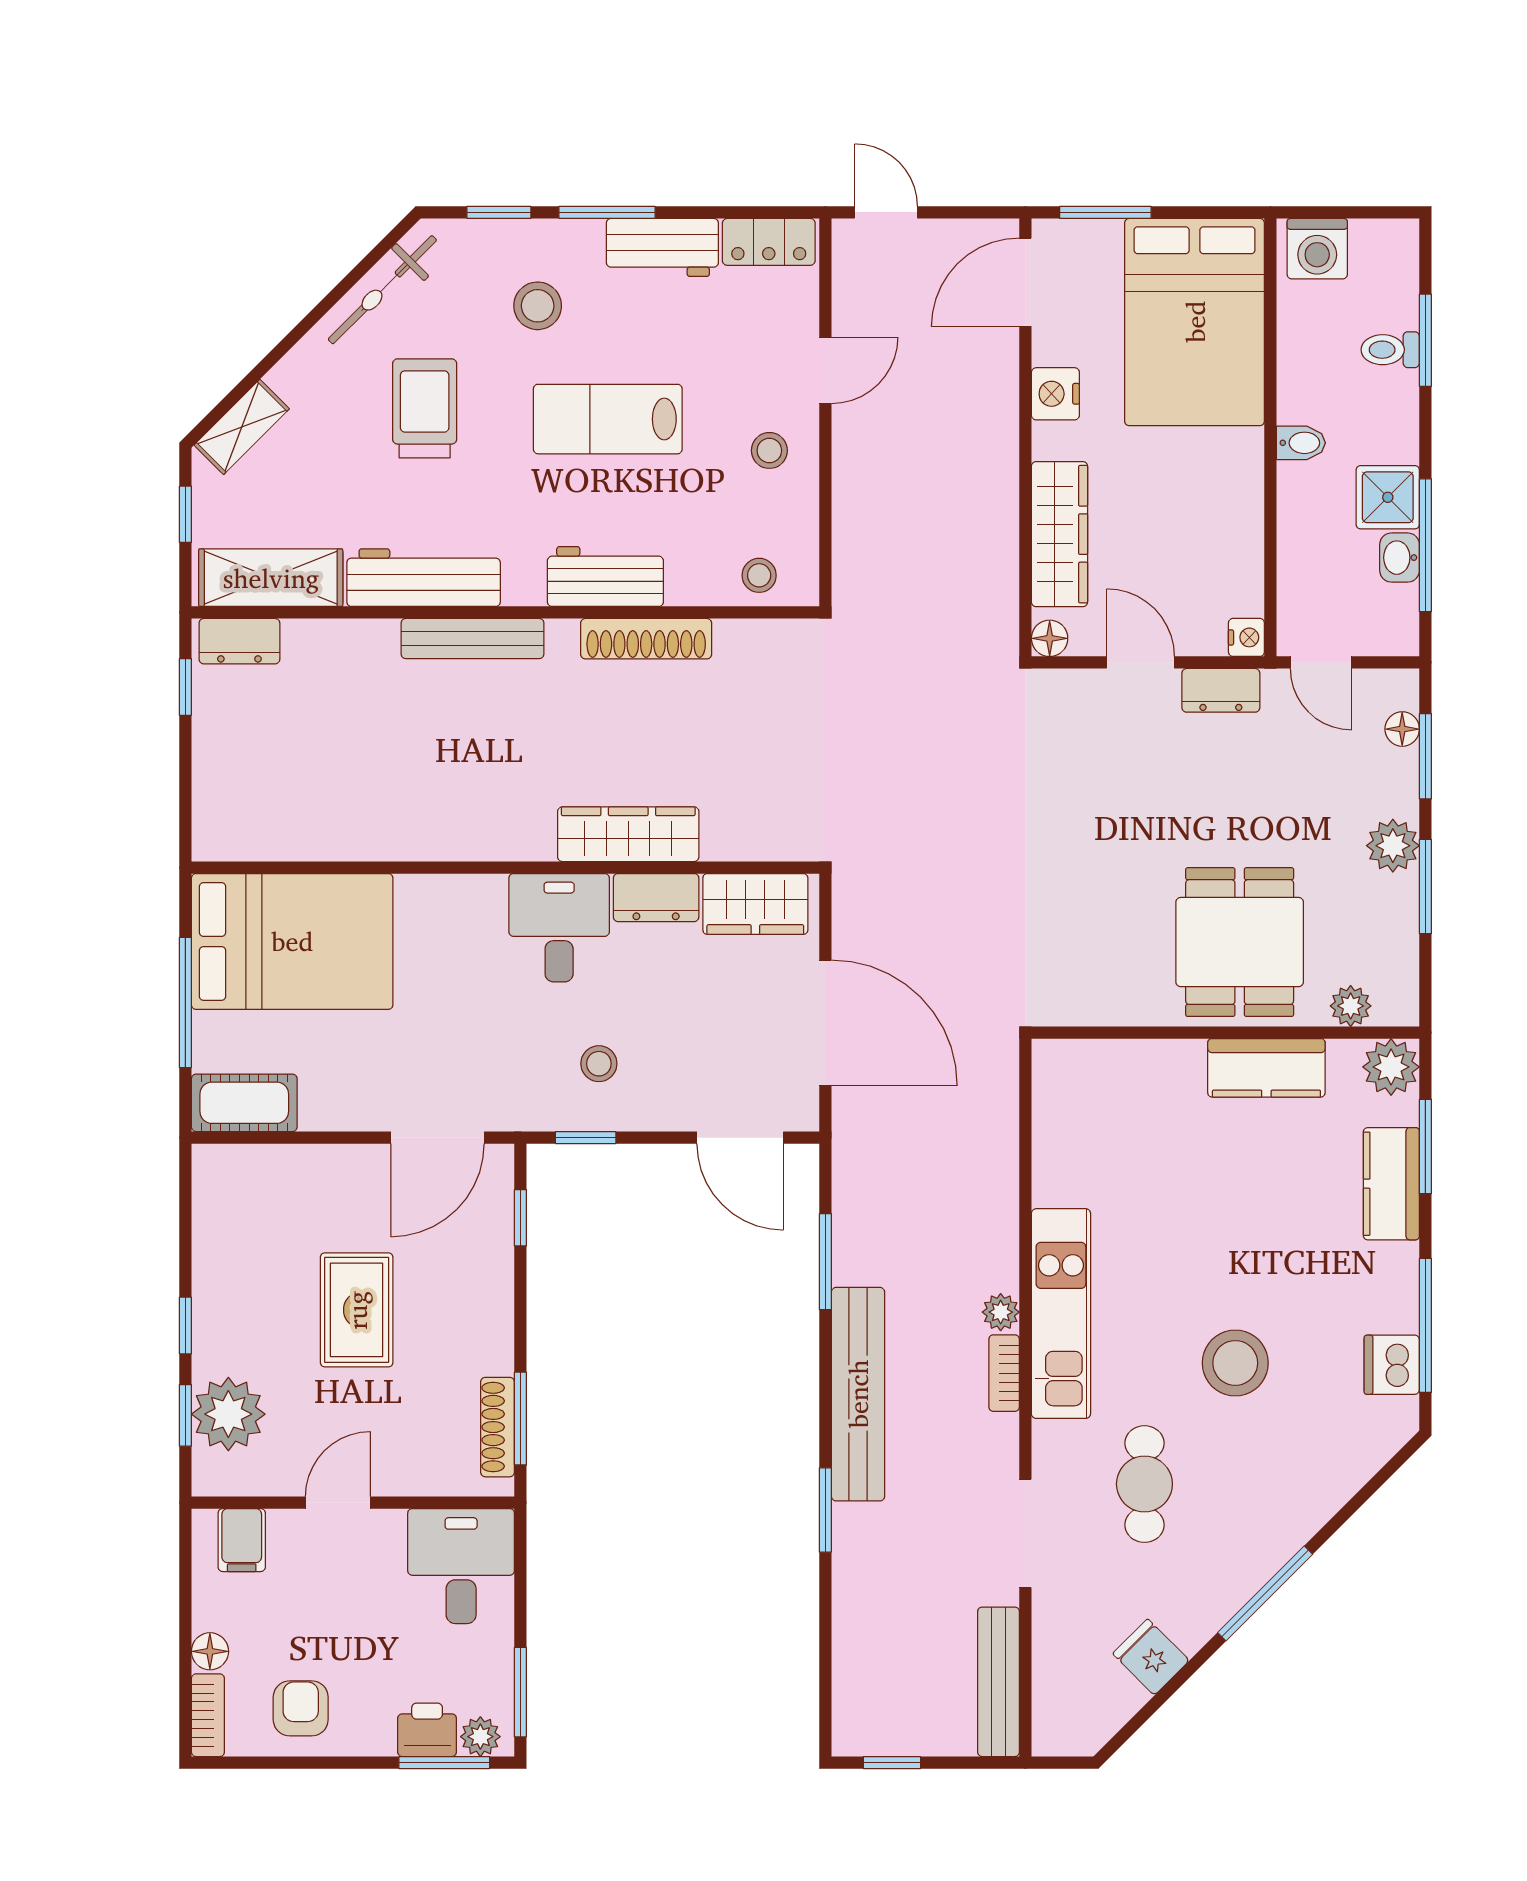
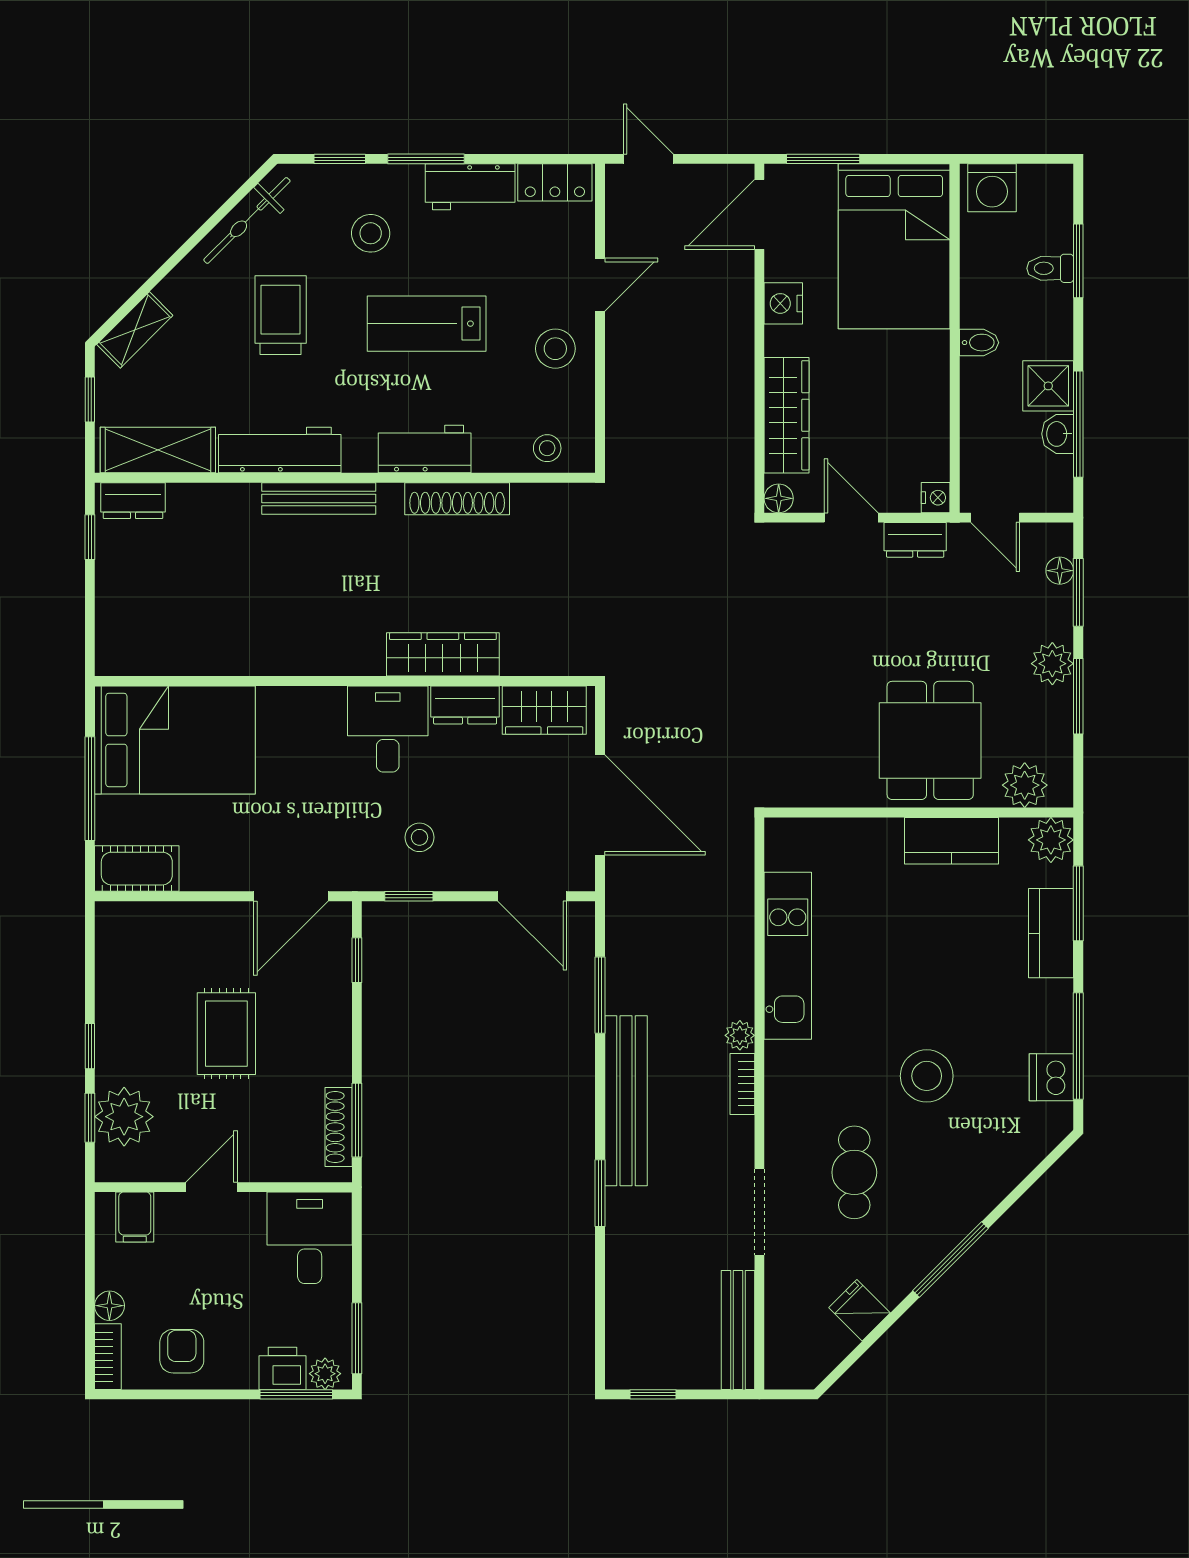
stool: (769, 450) -> (555, 349), width x1.37, depth x1.37
plant: (1351, 1006) -> (1025, 785), width x1.38, depth x1.38
kitchen unit: (1061, 1314) -> (788, 956), moved

